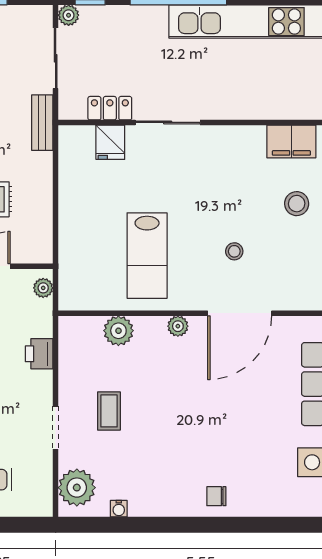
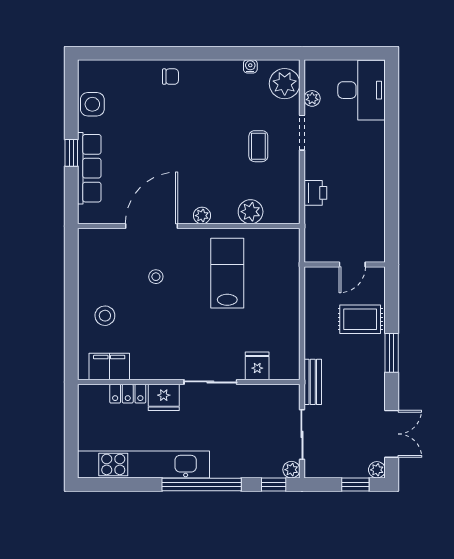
fridge: (225, 104) -> (164, 397), added
locker: (110, 108) -> (128, 394), moved
plant: (43, 288) -> (312, 98), moved

